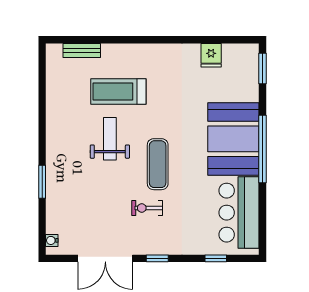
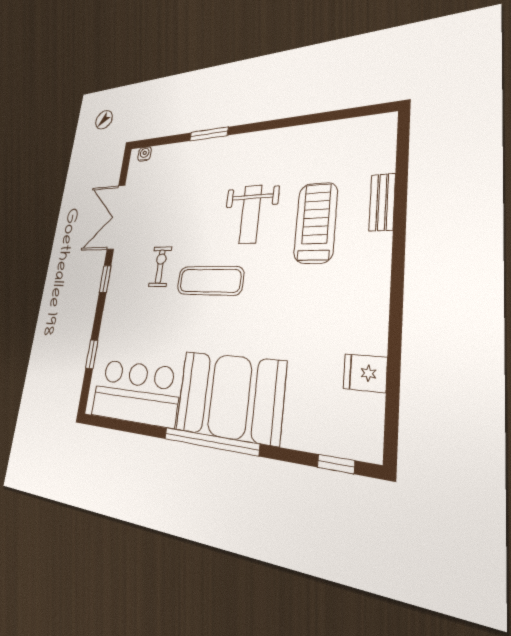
bench: (82, 50) -> (382, 202), moved
window: (263, 69) -> (336, 464), width x0.67
weight bench: (110, 139) -> (251, 214), turned 90

